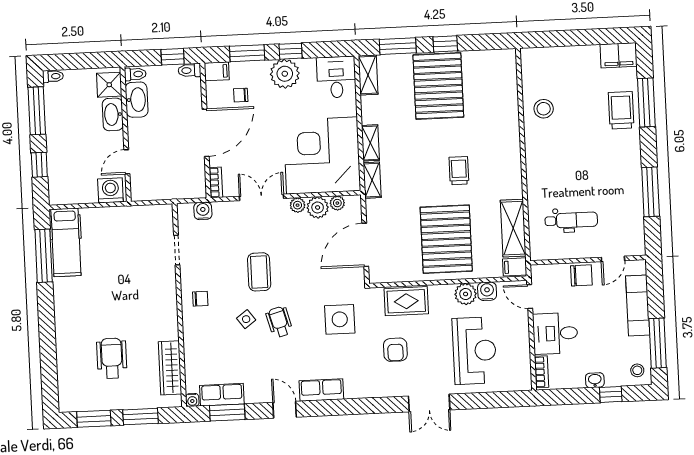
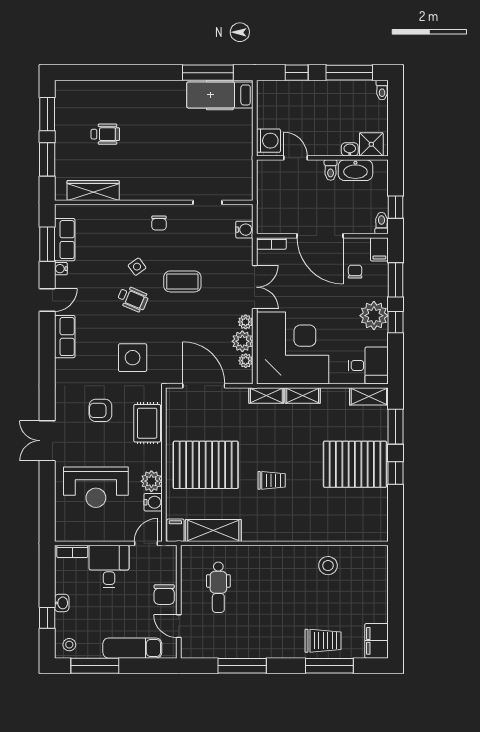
toilet: (135, 74) -> (331, 170), moved
washbasin: (113, 114) -> (350, 149), width x0.52, depth x0.69
wheelchair: (279, 322) -> (133, 299), turned 38
wheelchair: (112, 358) -> (105, 134), width x0.73, depth x0.73
water cooler: (192, 400) -> (61, 269), moved

